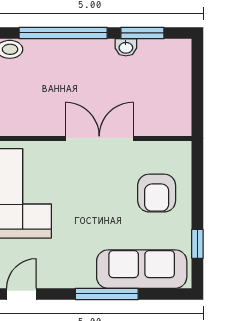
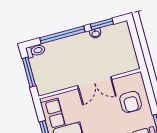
double door: (99, 138) -> (95, 83), swing flipped

